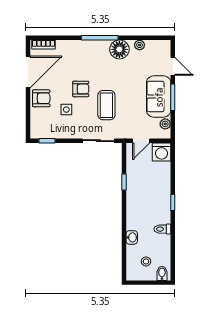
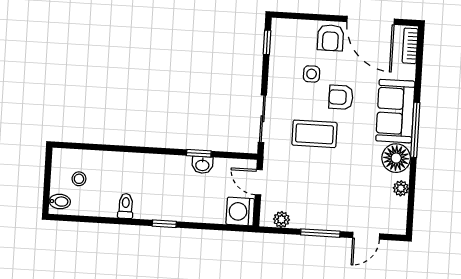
armchair: (81, 89) -> (341, 97), turned 90
sofa: (159, 97) -> (395, 111), moved, turned -90
washbasin: (132, 237) -> (202, 165), moved

